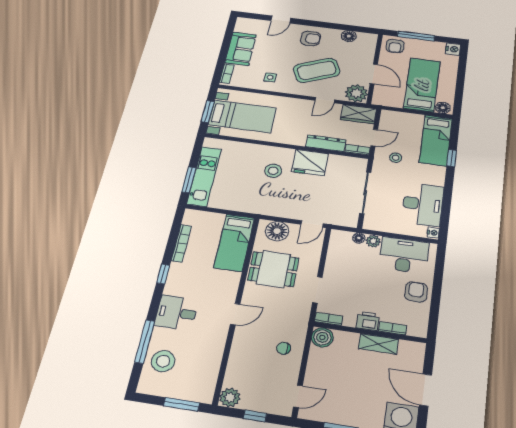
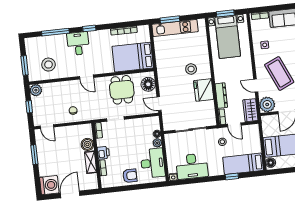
bed: (234, 243) -> (133, 57), width x1.50
window: (163, 274) -> (89, 28), moved
boiler: (322, 337) -> (87, 144), moved
stool: (163, 361) -> (49, 65), moved

